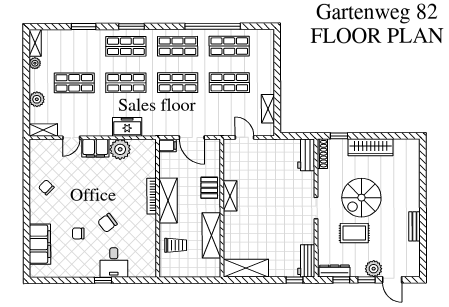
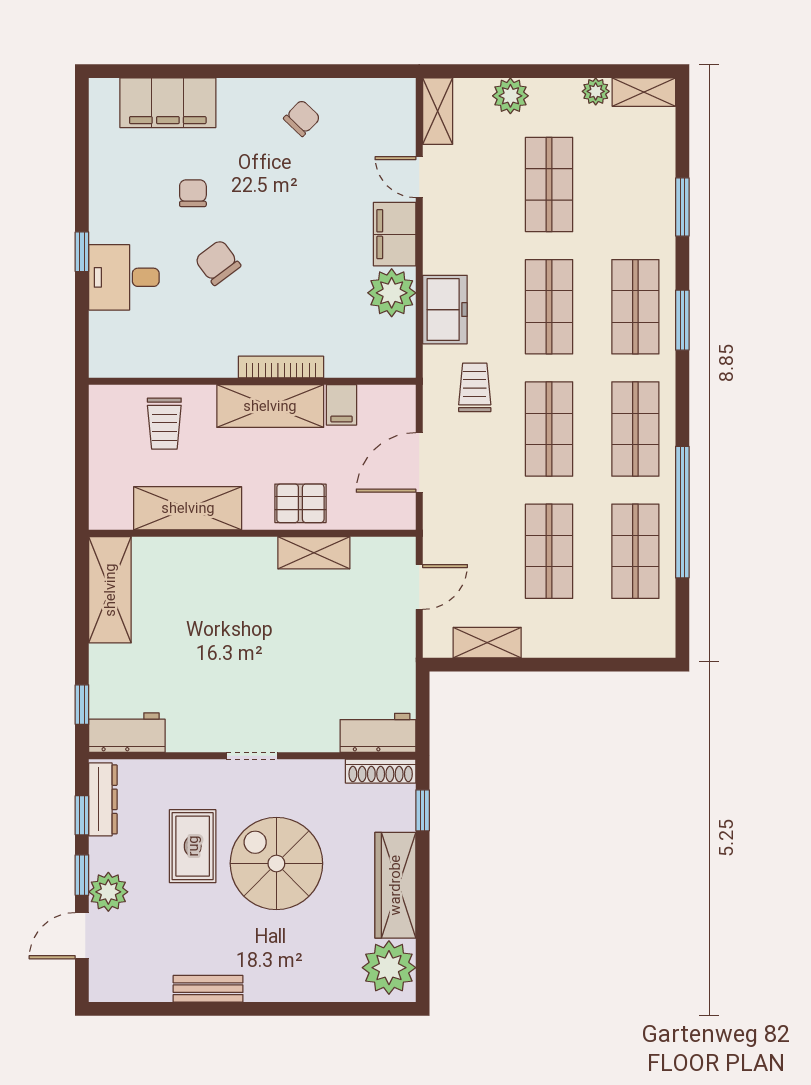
trolley: (160, 114) -> (475, 387), added
filing cabinet: (168, 145) -> (341, 405), moved
plant: (405, 150) -> (389, 968), added
shelving: (230, 196) -> (314, 553), moved

